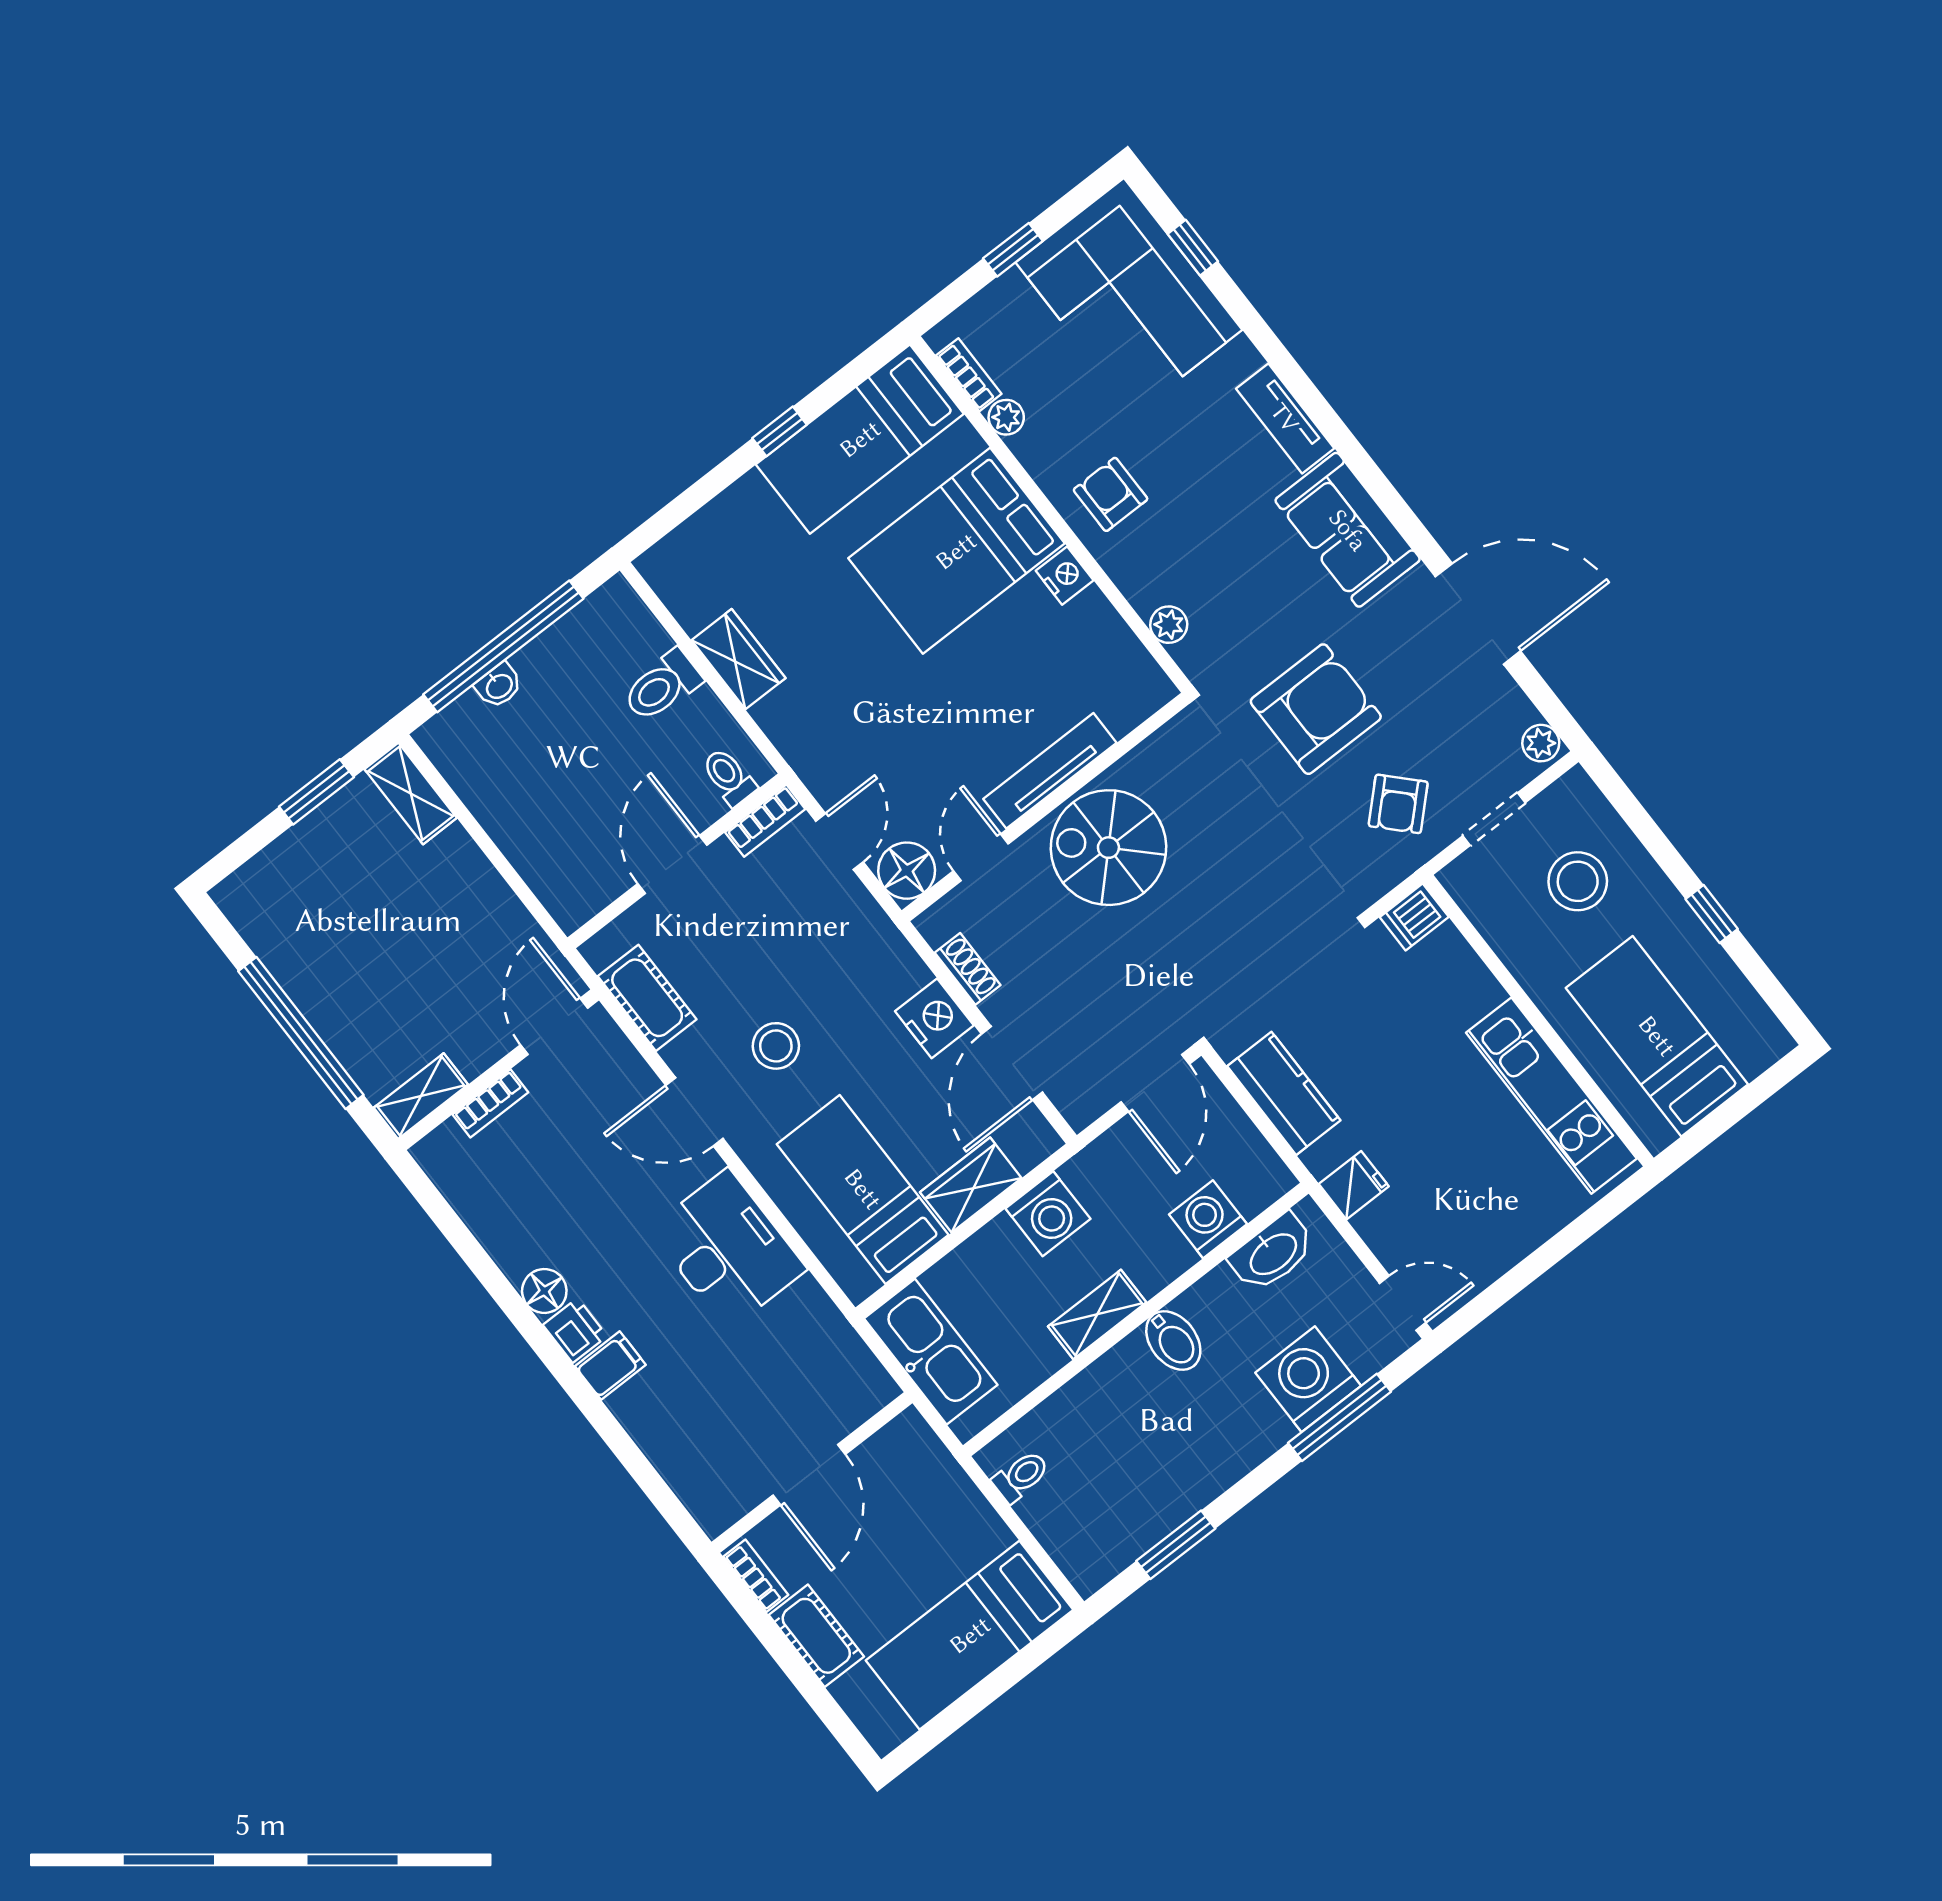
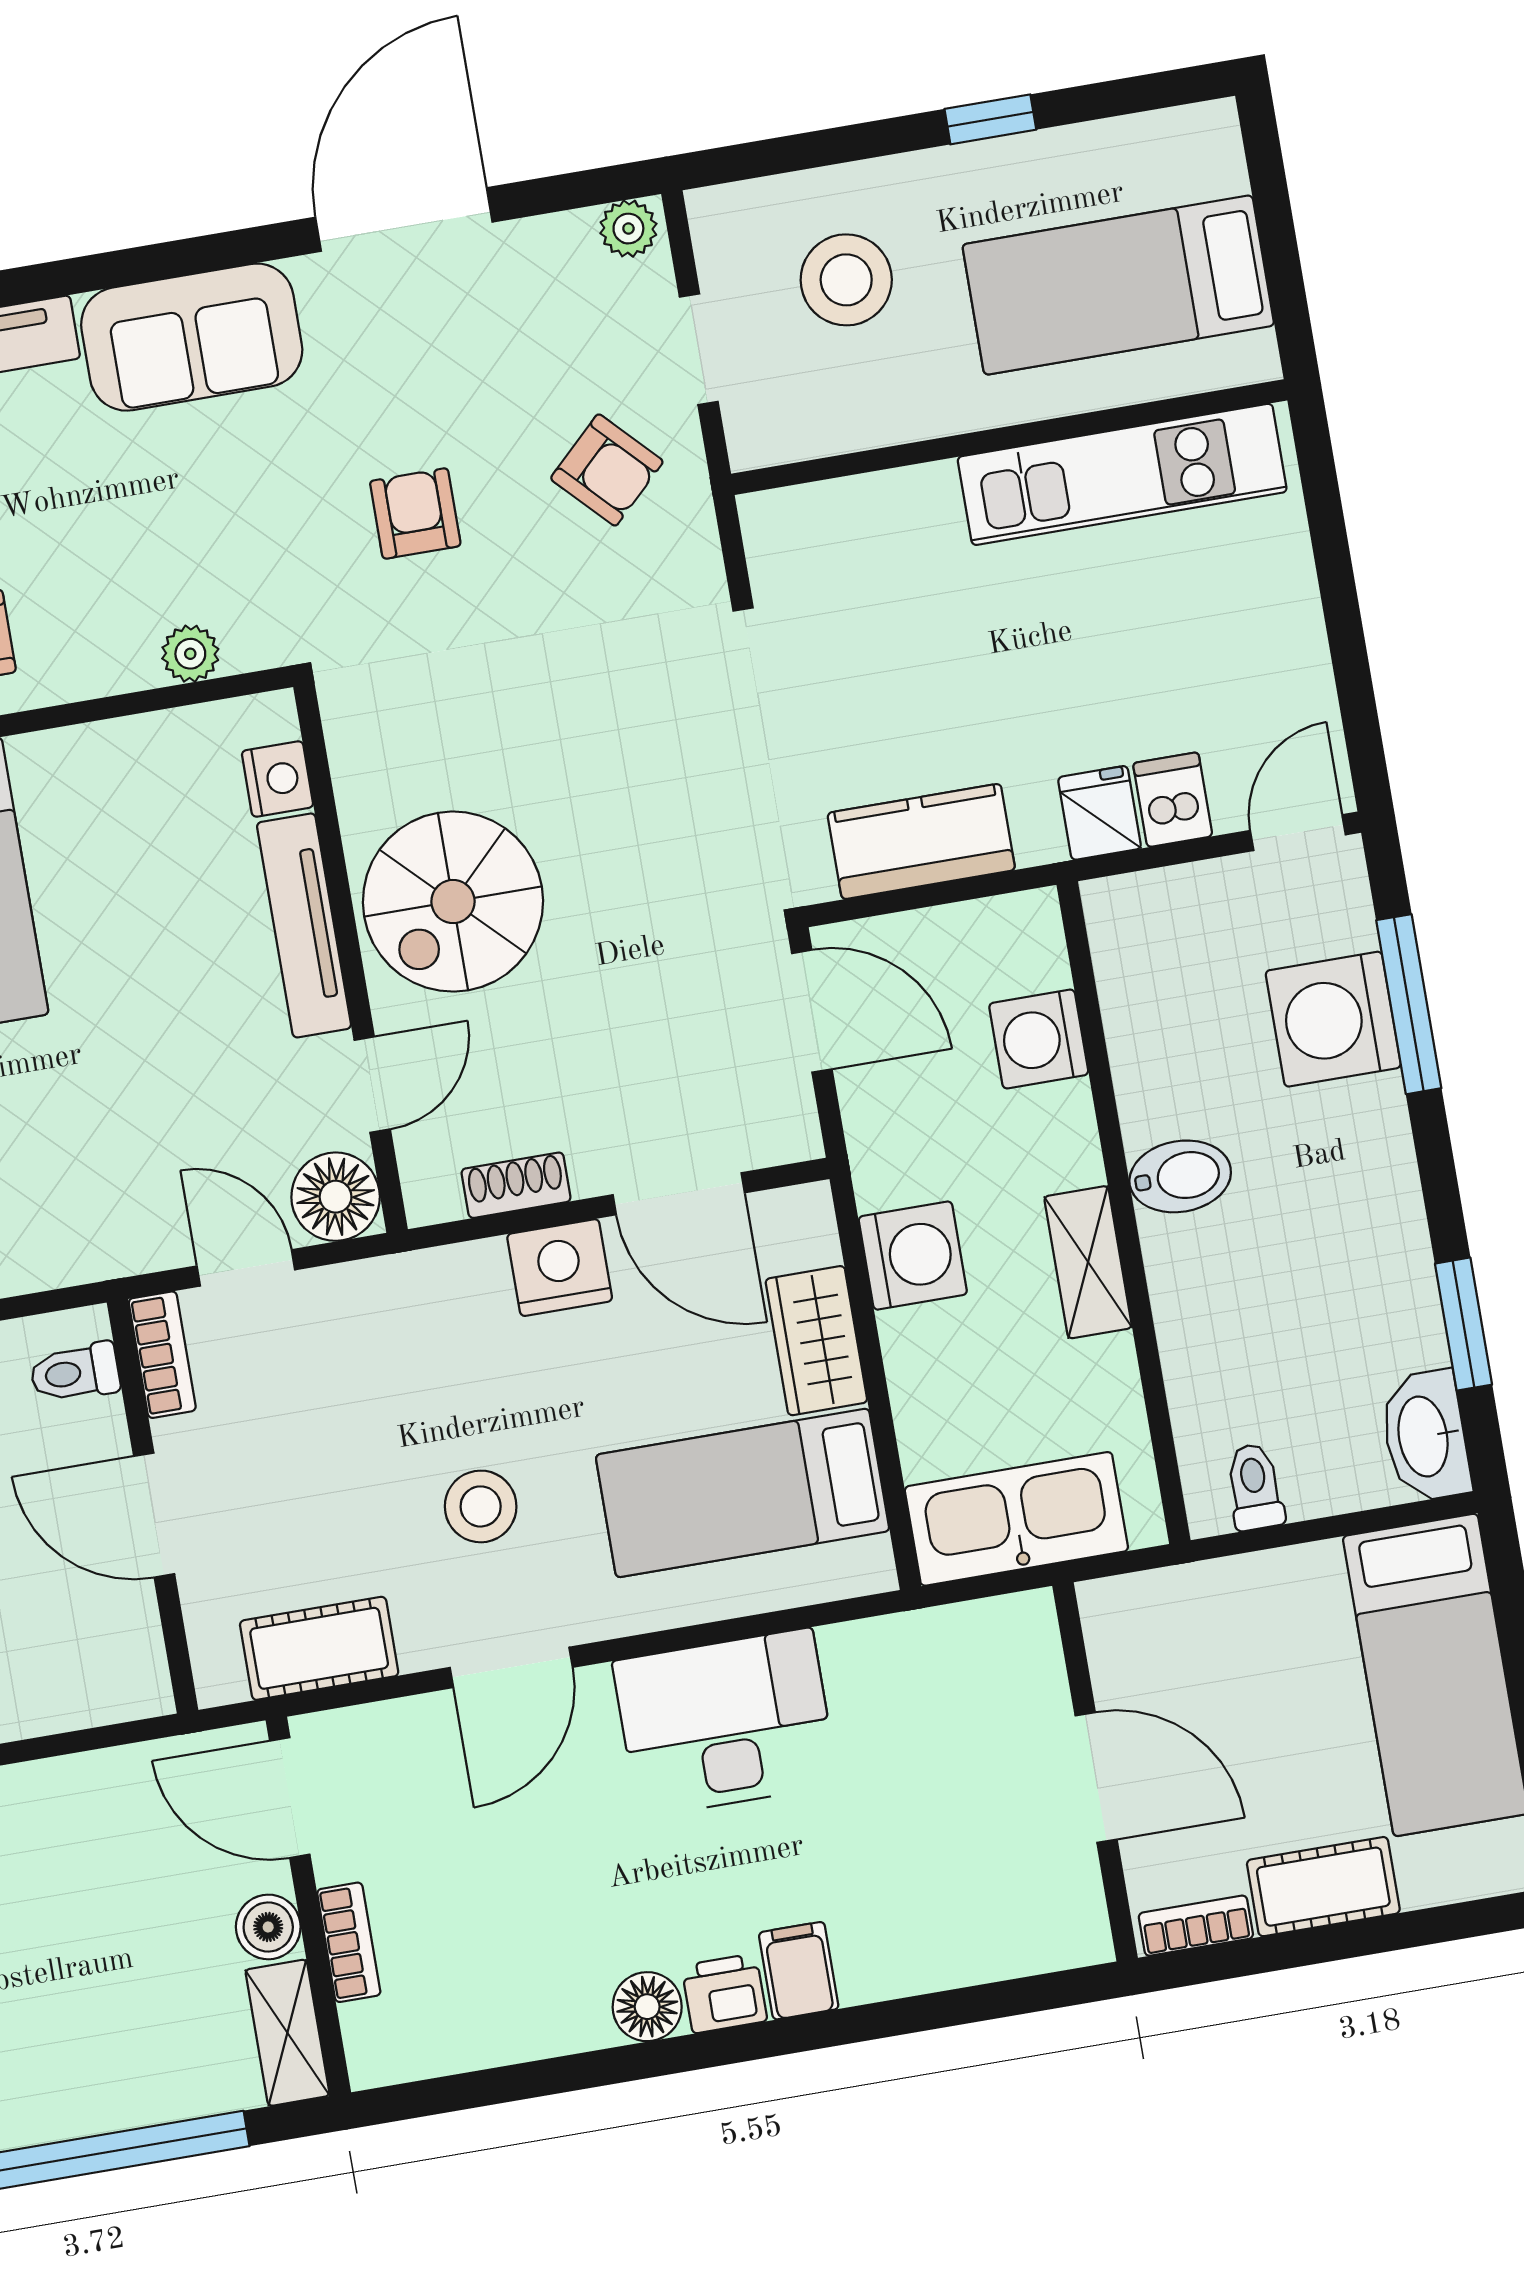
nightstand: (1065, 576) -> (278, 779), moved, turned 90
armchair: (1316, 709) -> (415, 514), width x0.53, depth x0.53
door: (981, 857) -> (372, 1085), swing flipped
dishwasher: (1414, 917) -> (1173, 800), moved, turned 180
boiler: (475, 1053) -> (268, 1927), added
washbasin: (1272, 1253) -> (1425, 1436), moved, turned 180

